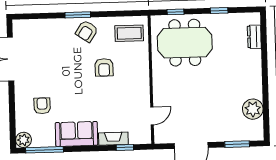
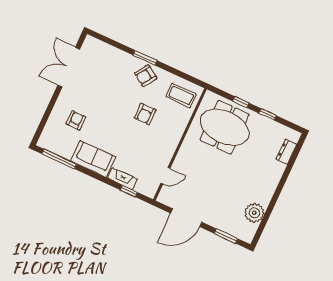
window: (175, 12) -> (241, 102), moved
plant: (24, 140) -> (45, 142), removed

